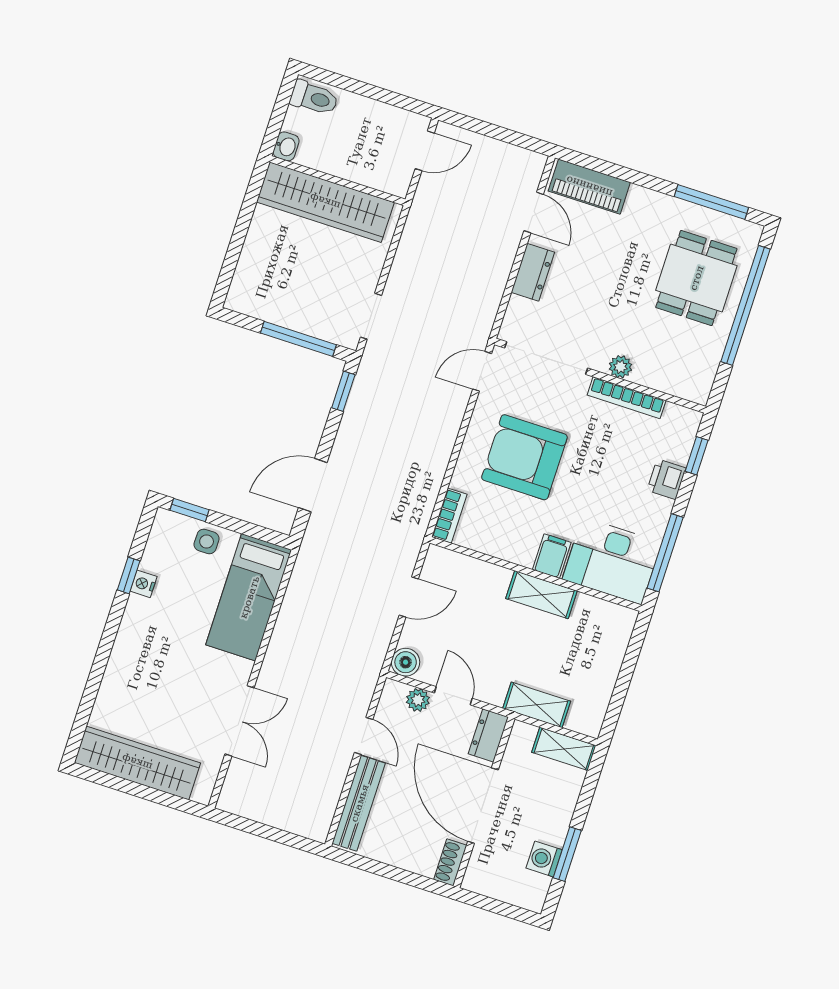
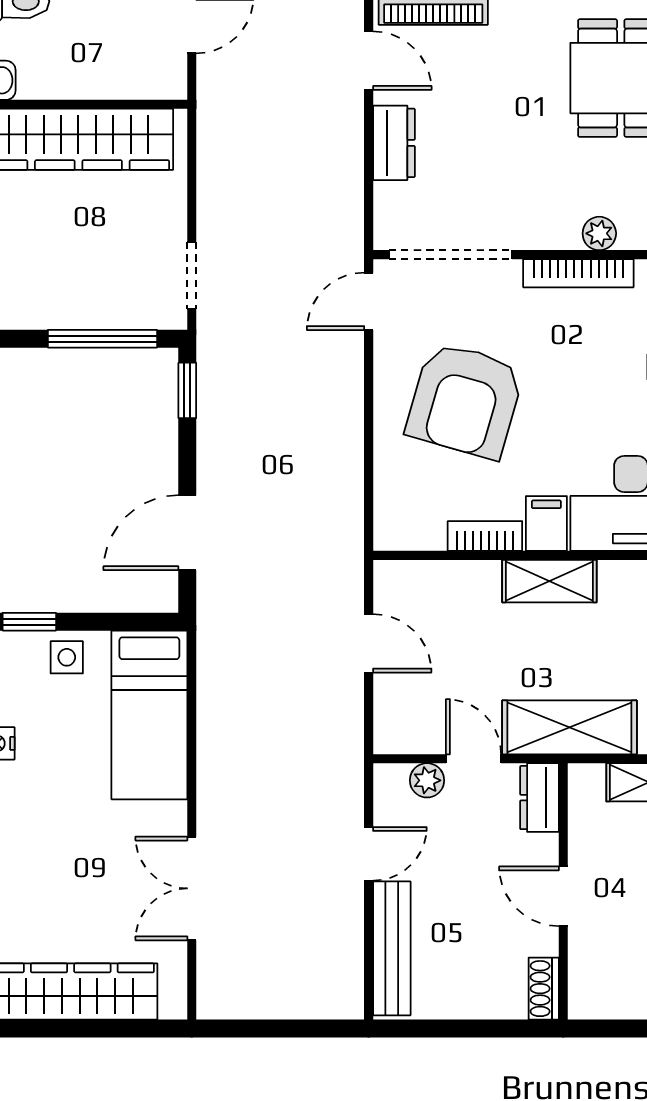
plant: (620, 367) -> (599, 233), moved
armchair: (524, 457) -> (465, 400), turned -74
bookcase: (449, 516) -> (485, 536), moved, turned -90
door: (409, 597) -> (369, 643), hinge flipped
boiler: (406, 662) -> (393, 734), removed
shelving: (537, 705) -> (569, 727), width x1.50, depth x1.33
double door: (239, 721) -> (192, 888), swing flipped
door: (364, 736) -> (369, 854), hinge flipped
door: (483, 806) -> (563, 896), width x0.53

